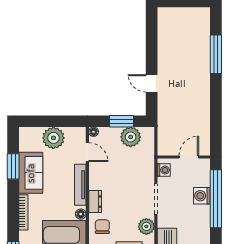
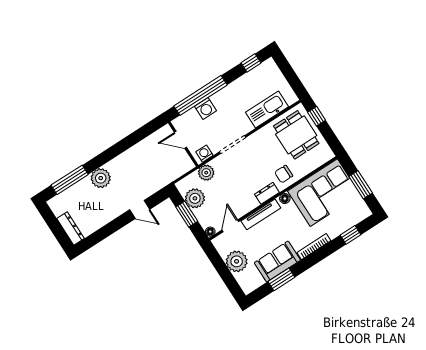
dresser: (174, 13) -> (70, 228), added
window: (216, 54) -> (70, 180), moved
plant: (200, 67) -> (101, 178), added
door: (152, 83) -> (140, 210), hinge flipped
plant: (146, 226) -> (206, 173), moved

